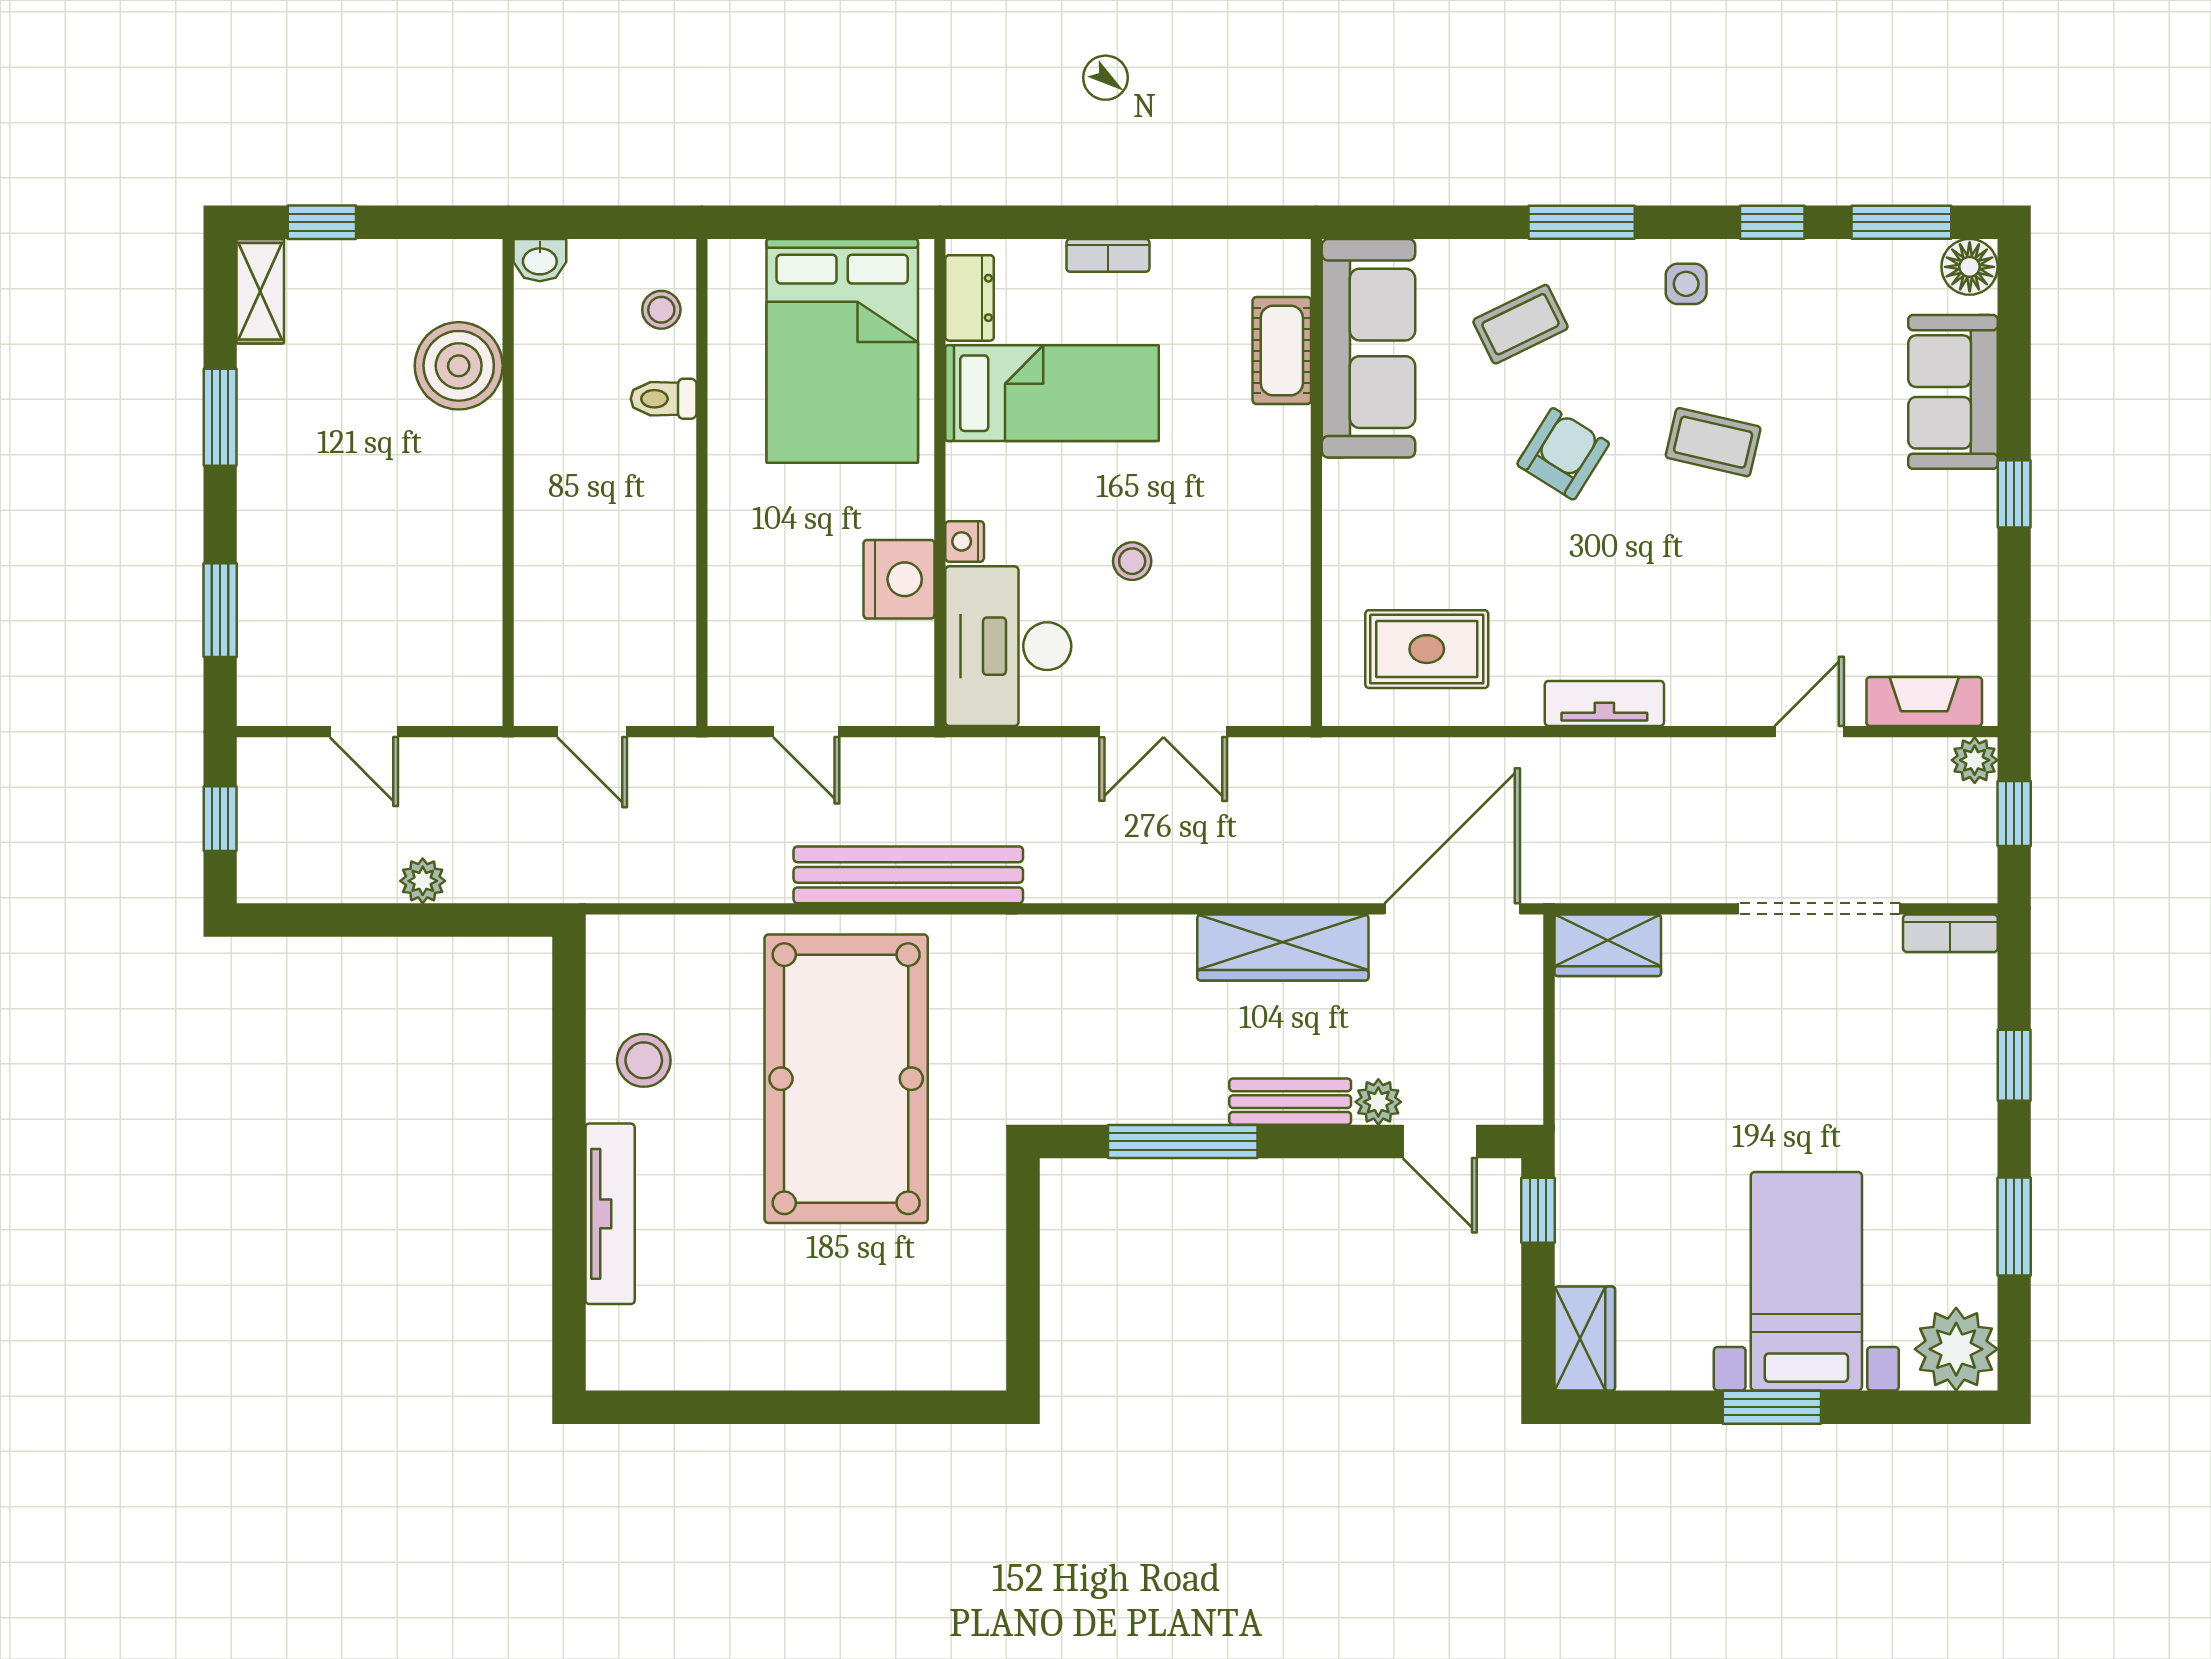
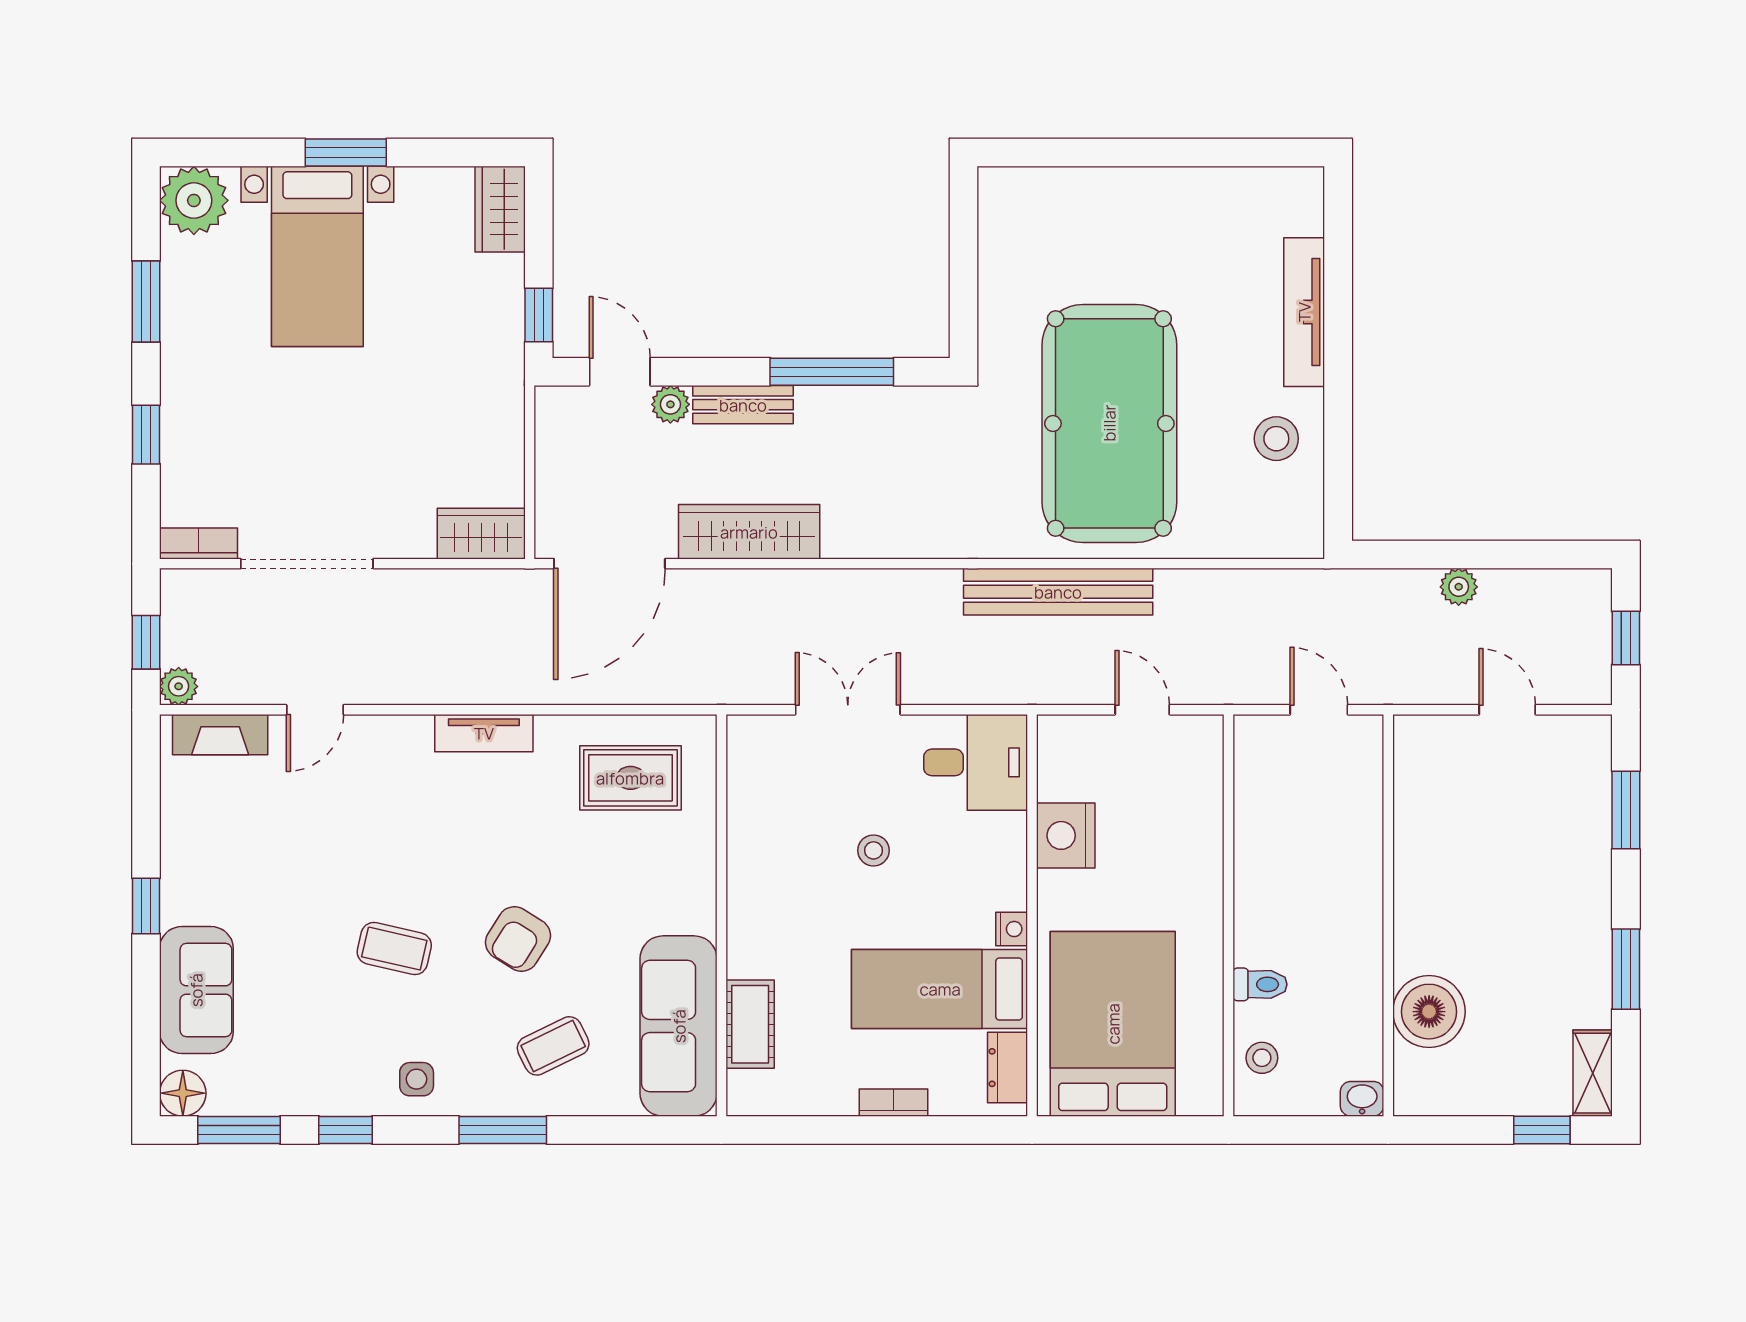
nightstand: (965, 541) -> (1012, 929), moved
desk: (1008, 646) -> (976, 762), width x0.73

